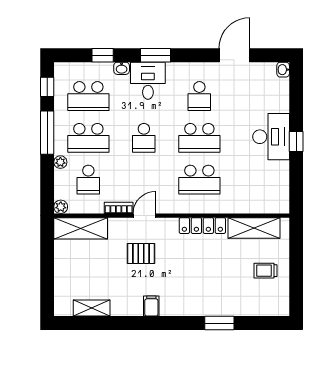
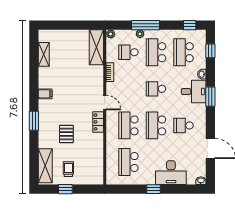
window: (103, 55) -> (210, 51), moved
window: (47, 133) -> (145, 25), moved
desk: (271, 137) -> (171, 173), moved
school desk: (255, 180) -> (128, 162), added
door: (144, 216) -> (105, 103), moved
locker: (202, 226) -> (98, 122), width x0.66
shelving: (254, 228) -> (45, 166), moved
pallet: (141, 253) -> (66, 134), moved
window: (296, 275) -> (65, 189), added
window: (219, 323) -> (34, 121), moved

